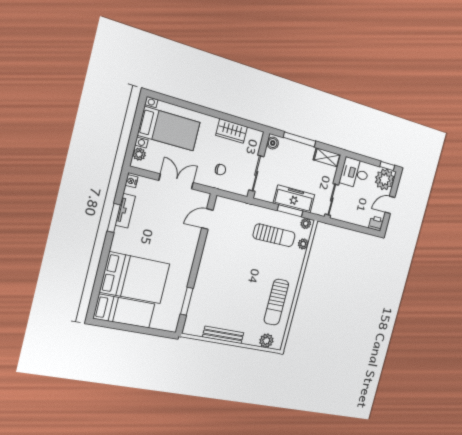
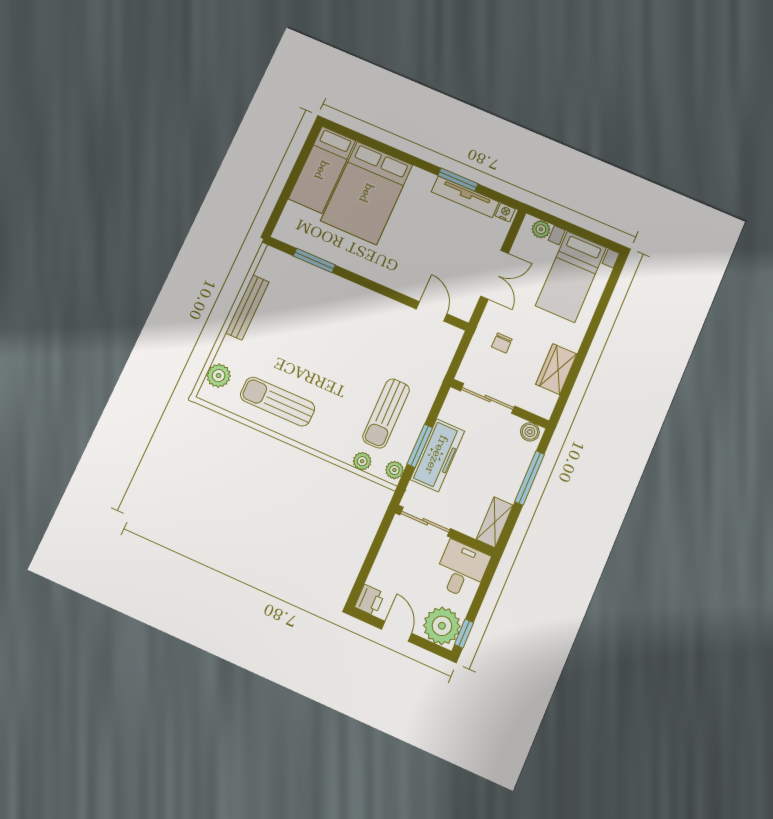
tv unit: (125, 211) -> (465, 197), width x1.41

